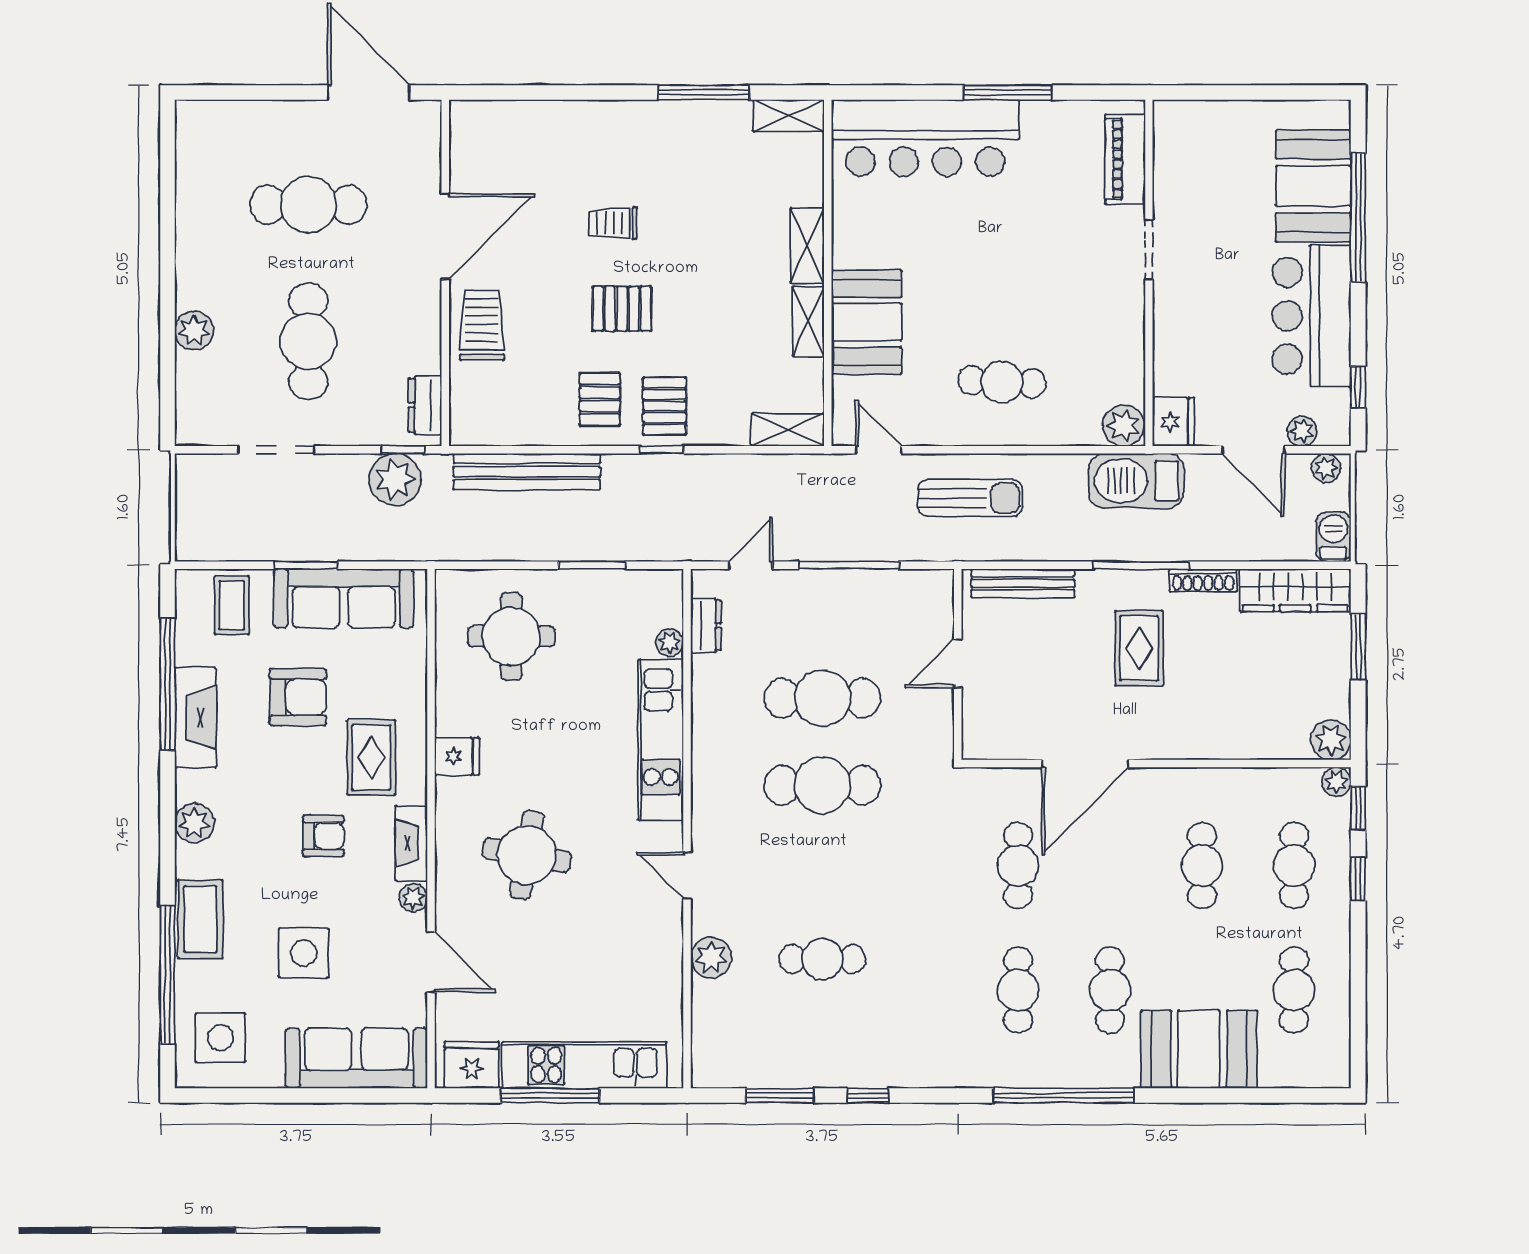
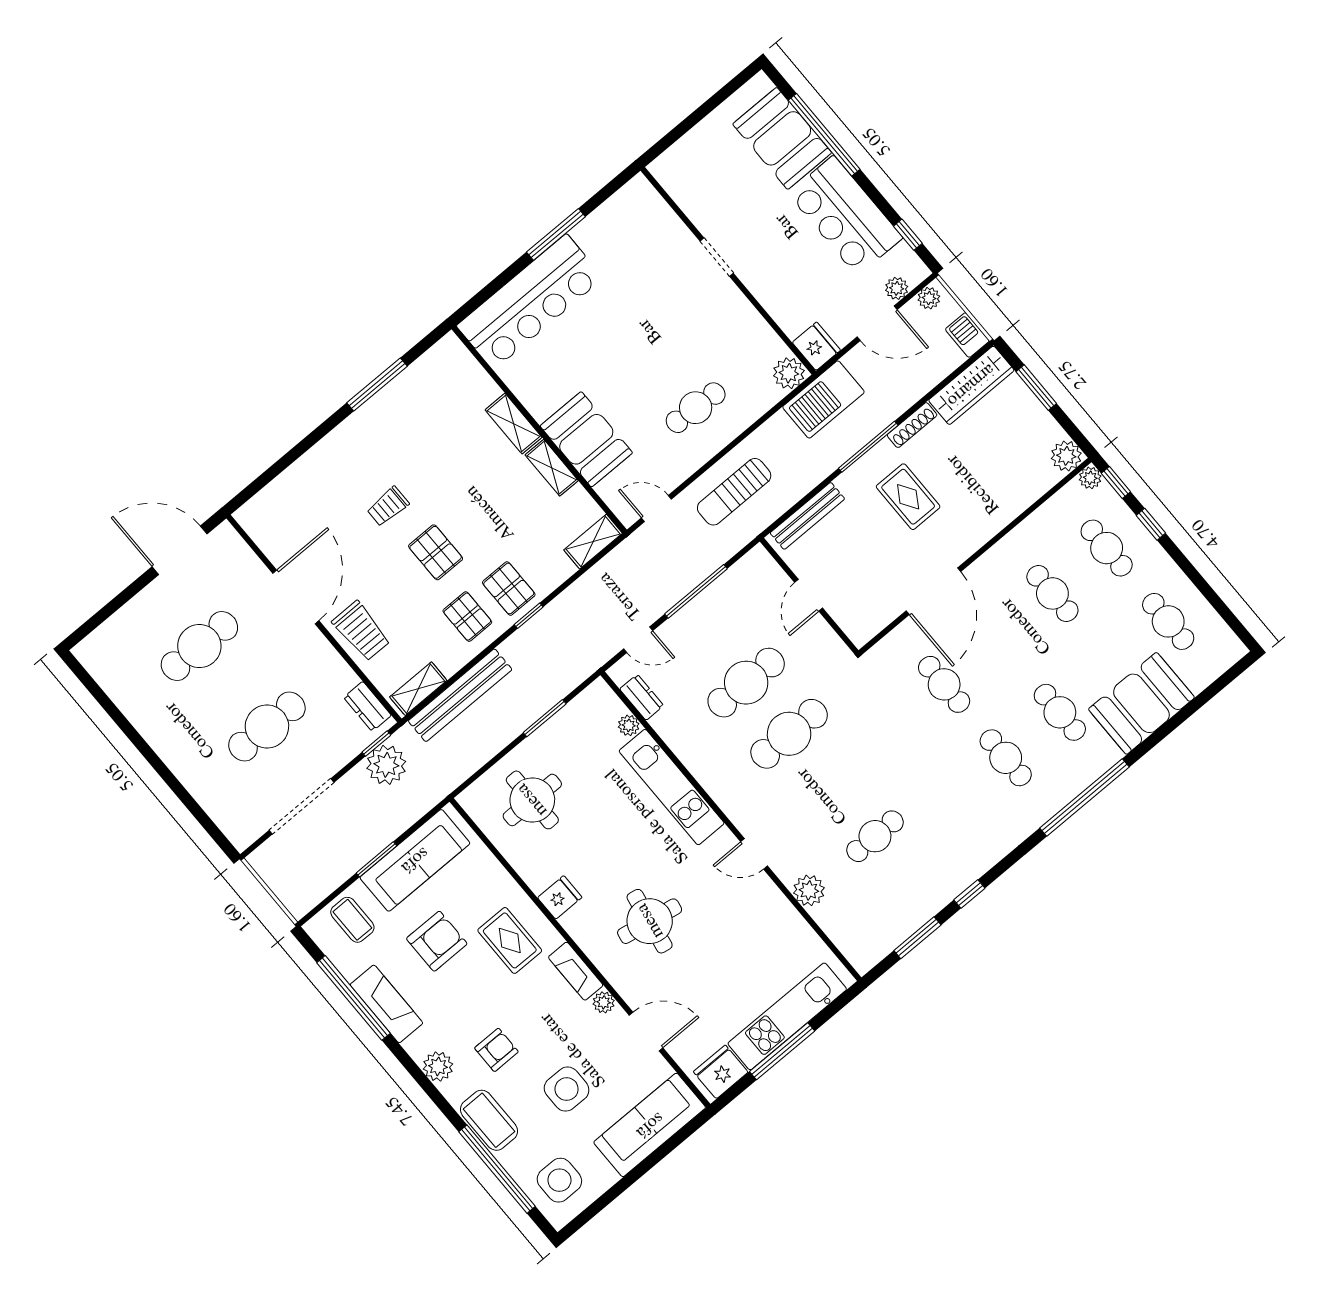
shelving: (789, 116) -> (418, 689), moved
piano: (1125, 159) -> (658, 216), removed
pallet: (622, 309) -> (436, 552), turned 90
trolley: (482, 325) -> (361, 631), turned 180
plant: (194, 331) -> (194, 777), removed
cafe table: (308, 341) -> (267, 726), turned 90
doorway: (276, 450) -> (302, 806), width x1.36
sun lounger: (970, 498) -> (734, 492), turned 180
door: (751, 565) -> (638, 640), swing flipped
armchair: (323, 836) -> (496, 1050), moved

